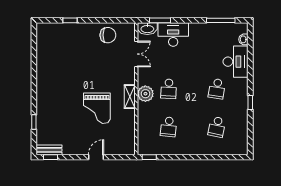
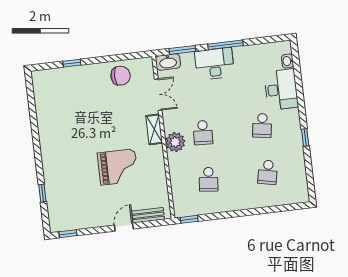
window: (221, 20) -> (225, 45), moved
desk: (173, 35) -> (215, 64), moved
shelving: (130, 97) -> (154, 129), moved
grand piano: (97, 108) -> (118, 167), turned -90
bench: (49, 150) -> (148, 215), moved

